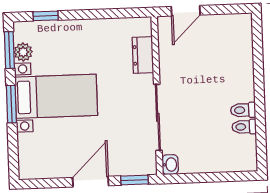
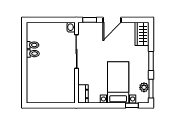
door: (186, 11) -> (60, 105), removed
dresser: (143, 55) -> (83, 94), moved
bed with nightstands: (56, 96) -> (118, 82), moved, turned 90
wardrobe: (31, 156) -> (142, 34), added

